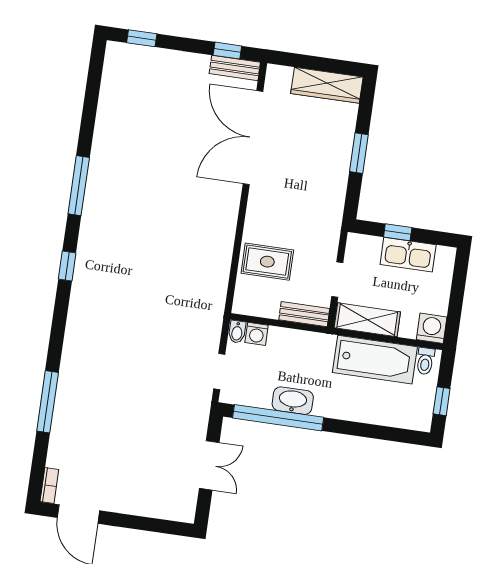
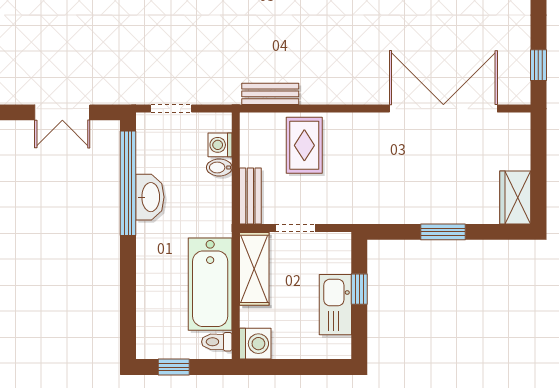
bench: (235, 68) -> (270, 94), moved, turned 90
wardrobe: (327, 85) -> (515, 198), width x0.67
bidet: (237, 332) -> (219, 167), moved

